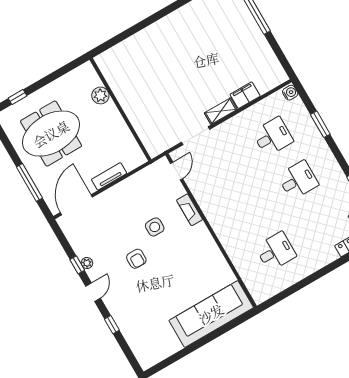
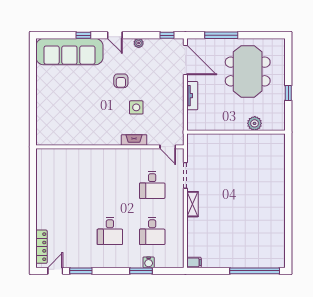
water cooler: (290, 93) -> (149, 262), moved
filing cabinet: (245, 95) -> (194, 262), moved, width x0.50
window: (18, 97) -> (288, 93), moved
desk: (276, 251) -> (152, 185), moved
armchair: (136, 259) -> (121, 81), turned -90
window: (77, 265) -> (167, 35), moved
sofa: (211, 314) -> (69, 52), moved, turned 90

